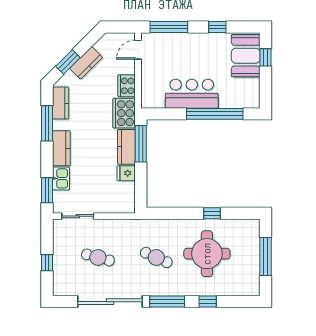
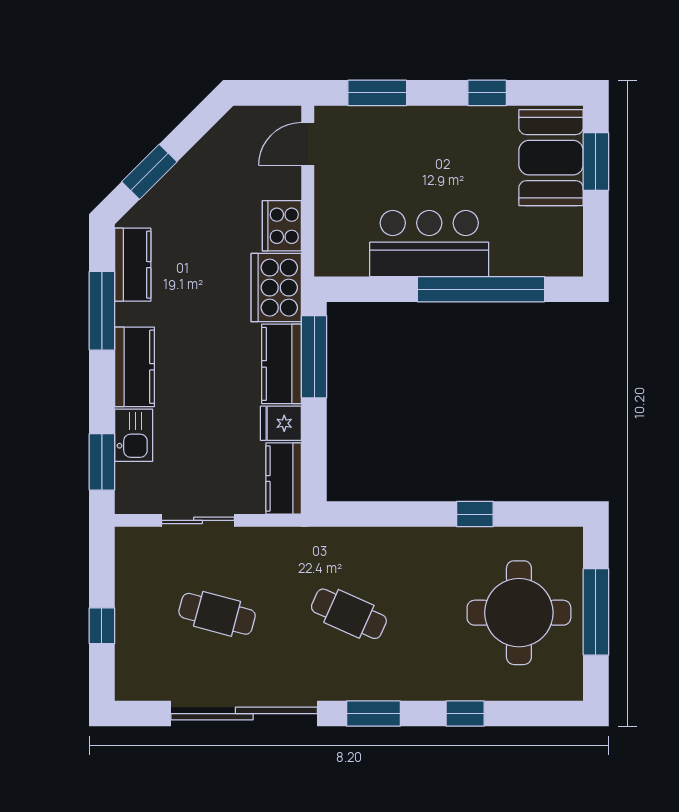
window: (169, 27) -> (377, 93), width x0.69
window: (266, 57) -> (596, 162), width x1.50
kitchen counter: (86, 63) -> (284, 479), moved, turned 135
sliding door: (78, 216) -> (198, 520), moved
round table: (207, 254) -> (519, 613), moved
window: (167, 302) -> (373, 714), width x0.69

